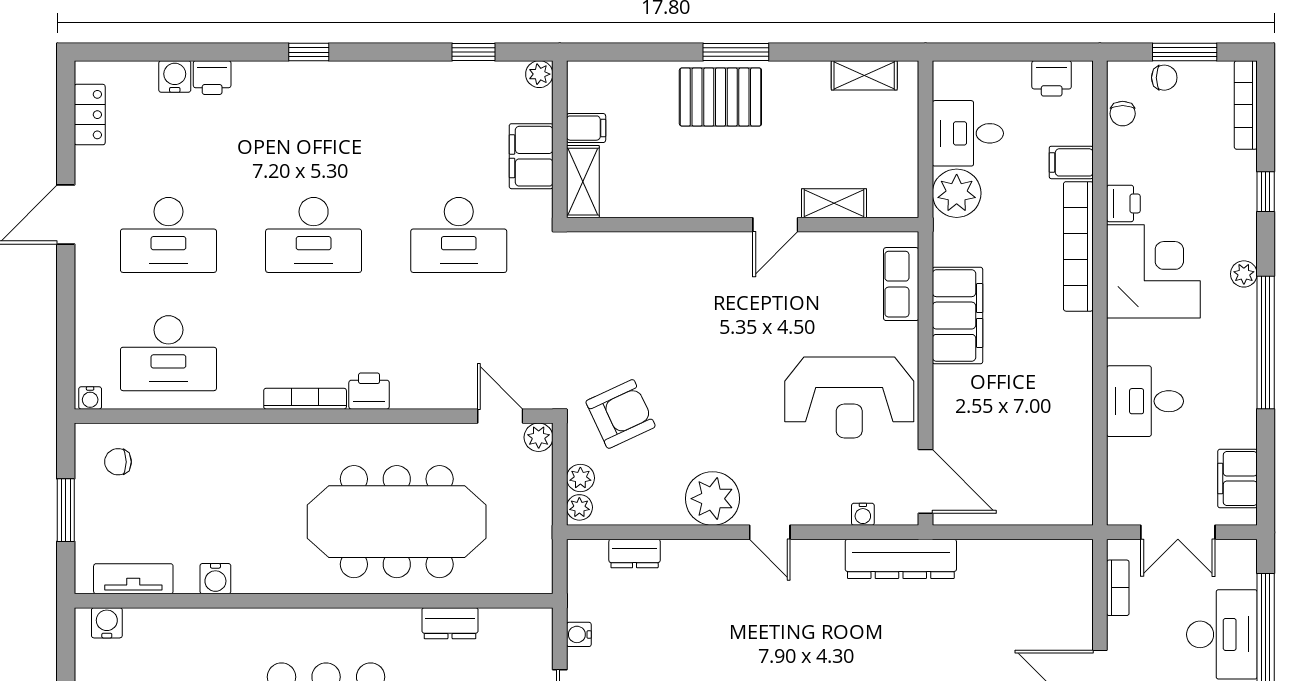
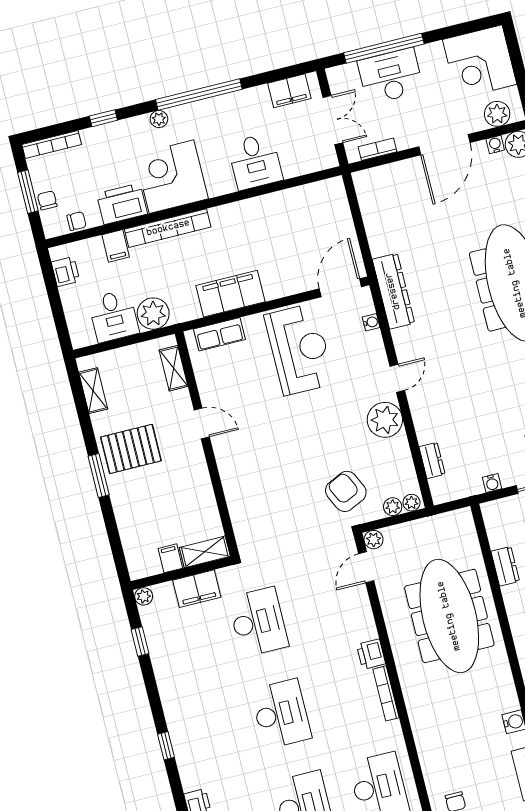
pallet: (720, 97) -> (131, 449), moved, turned 90
shelving: (834, 203) -> (174, 368), moved
printer: (1123, 203) -> (122, 204), width x1.87, depth x1.48

